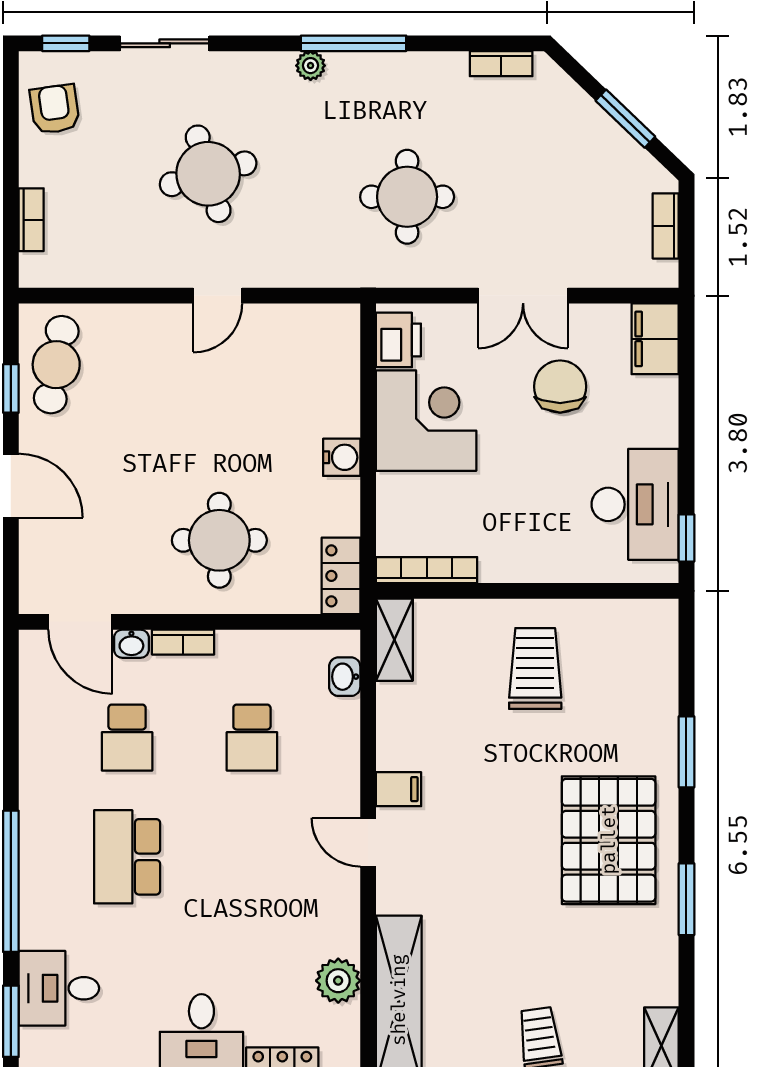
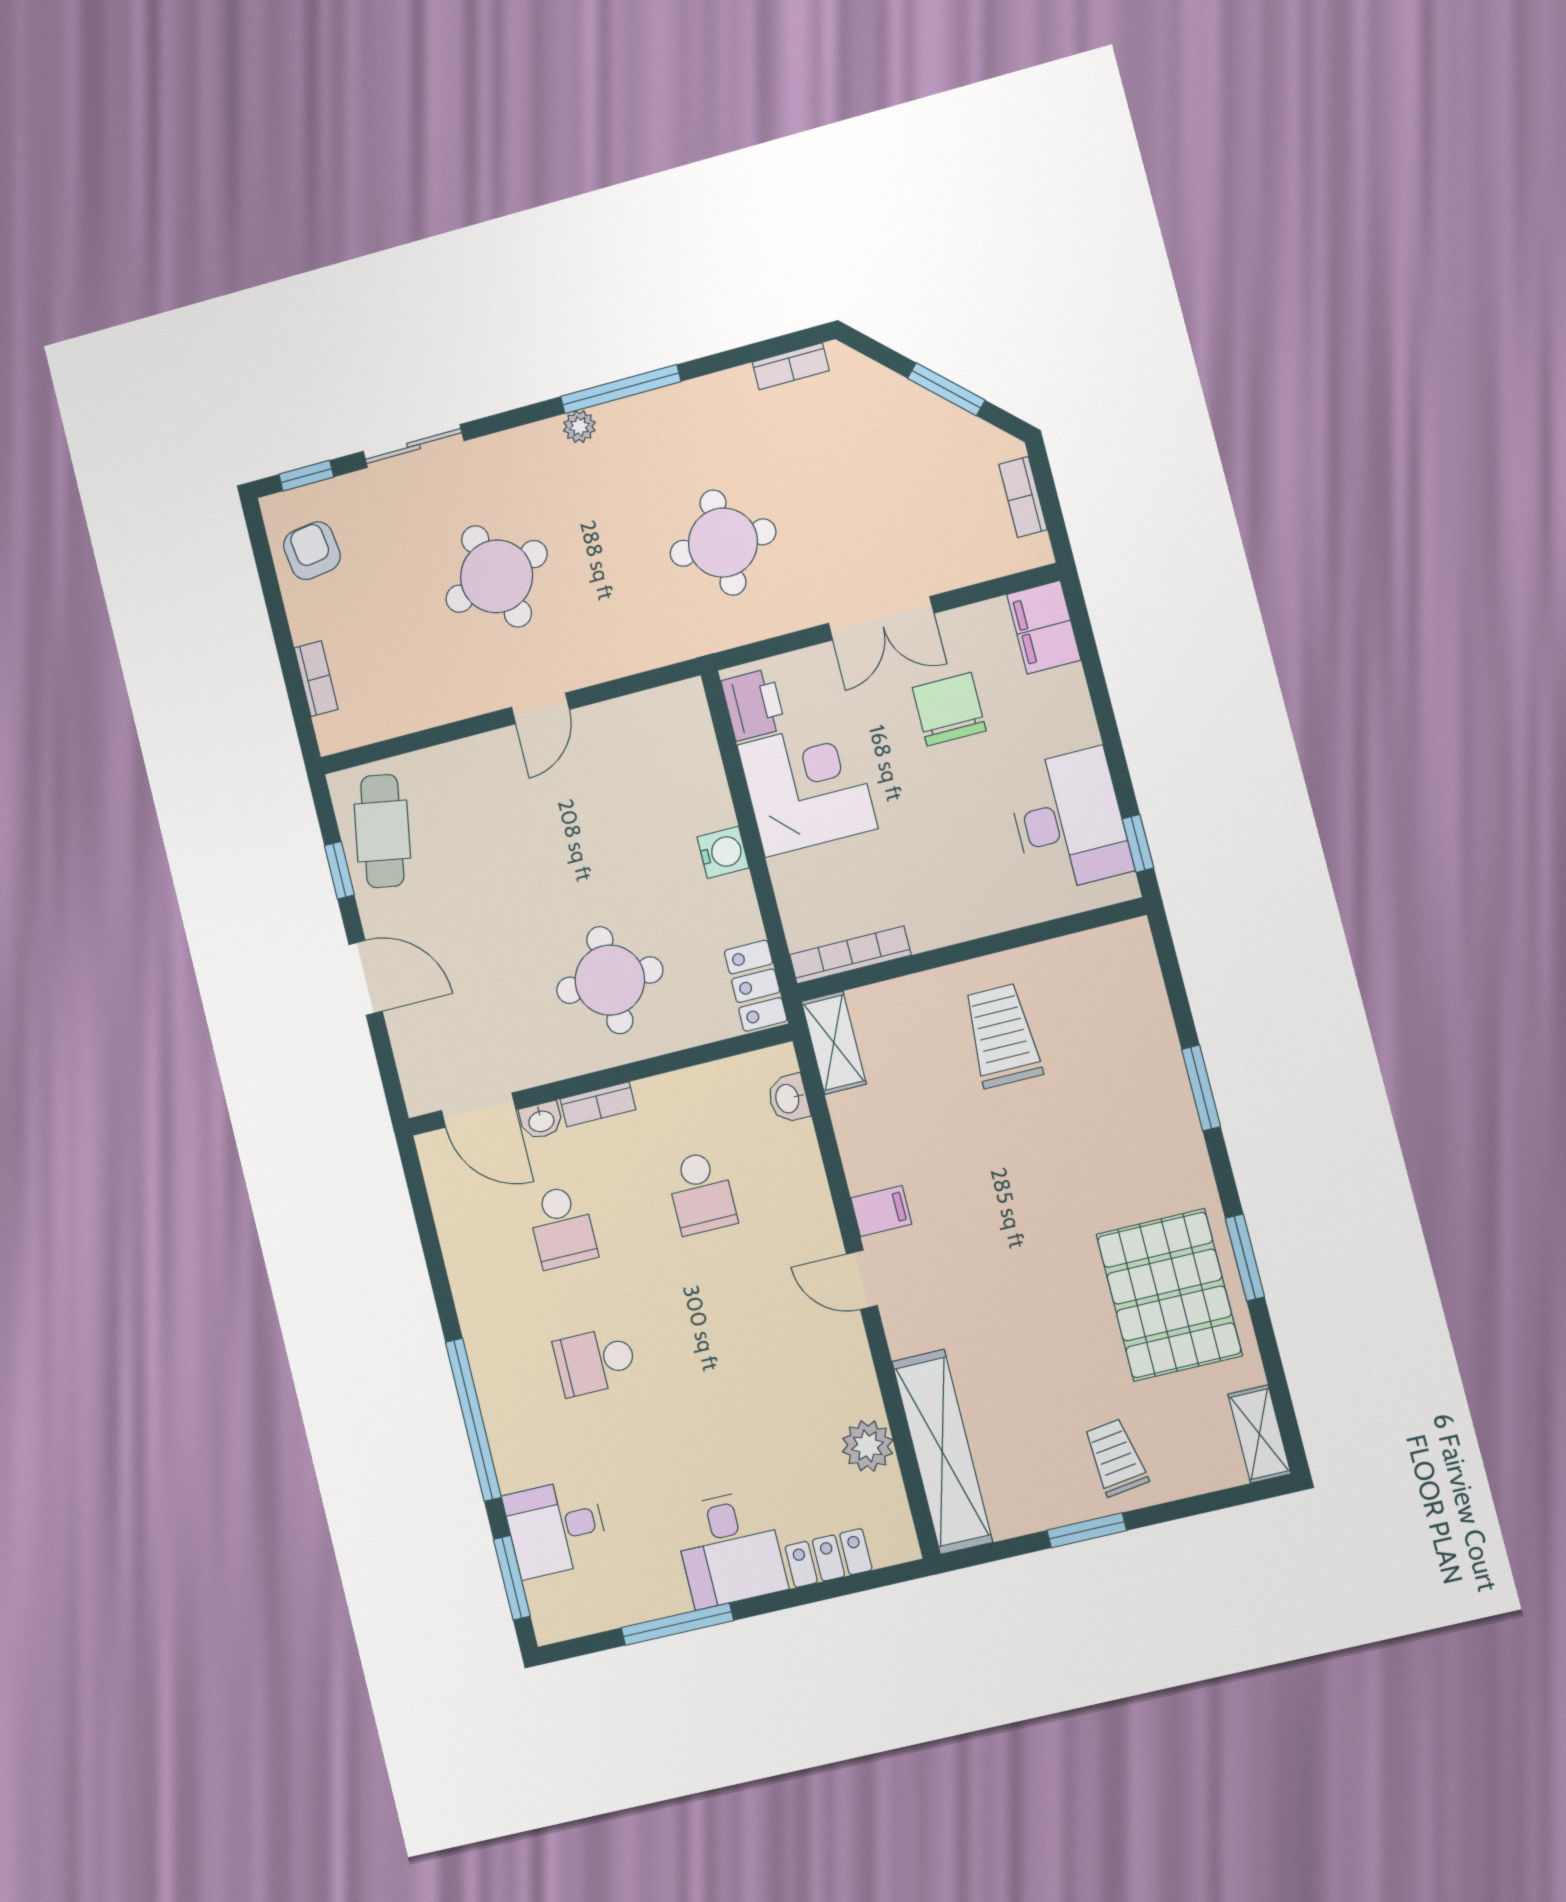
pallet: (609, 840) -> (1169, 1295), moved
school desk: (127, 857) -> (595, 1361), width x0.54

